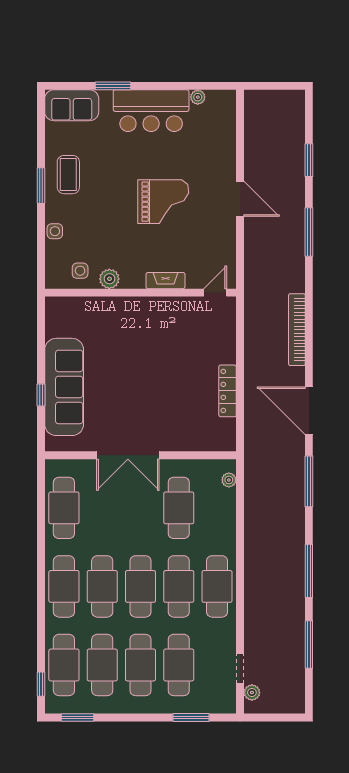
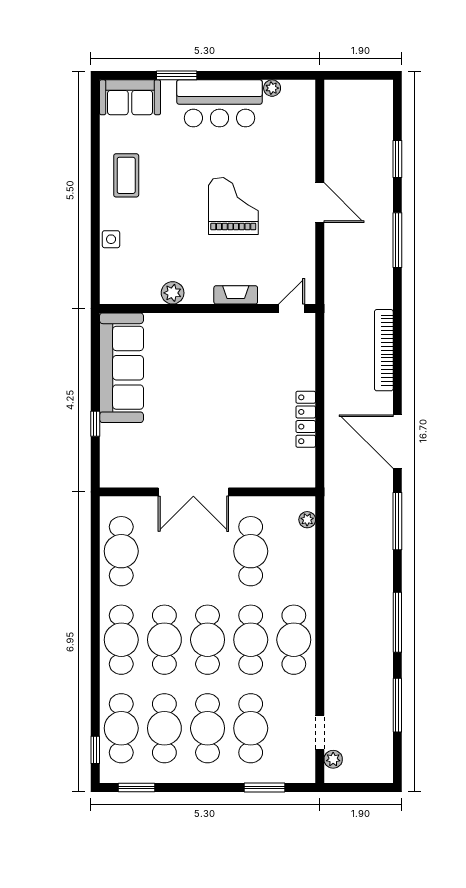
window: (41, 186) -> (95, 188), removed
grand piano: (163, 202) -> (233, 206), turned -90
side table: (80, 271) -> (139, 284), removed
sofa: (64, 387) -> (121, 368), moved

